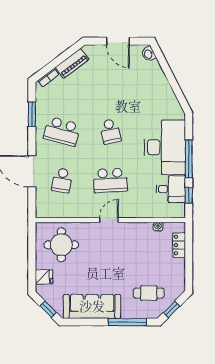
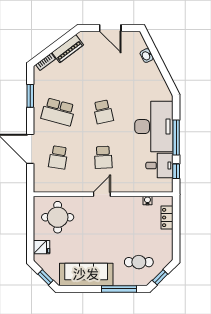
washbasin: (149, 54) -> (147, 56), moved
school desk: (110, 180) -> (103, 157), width x0.54

